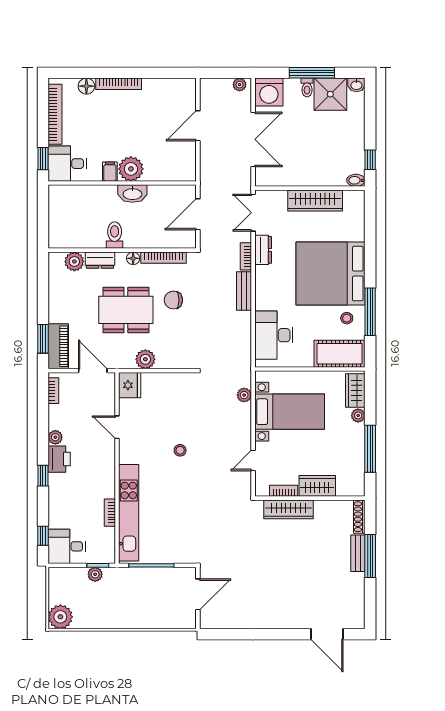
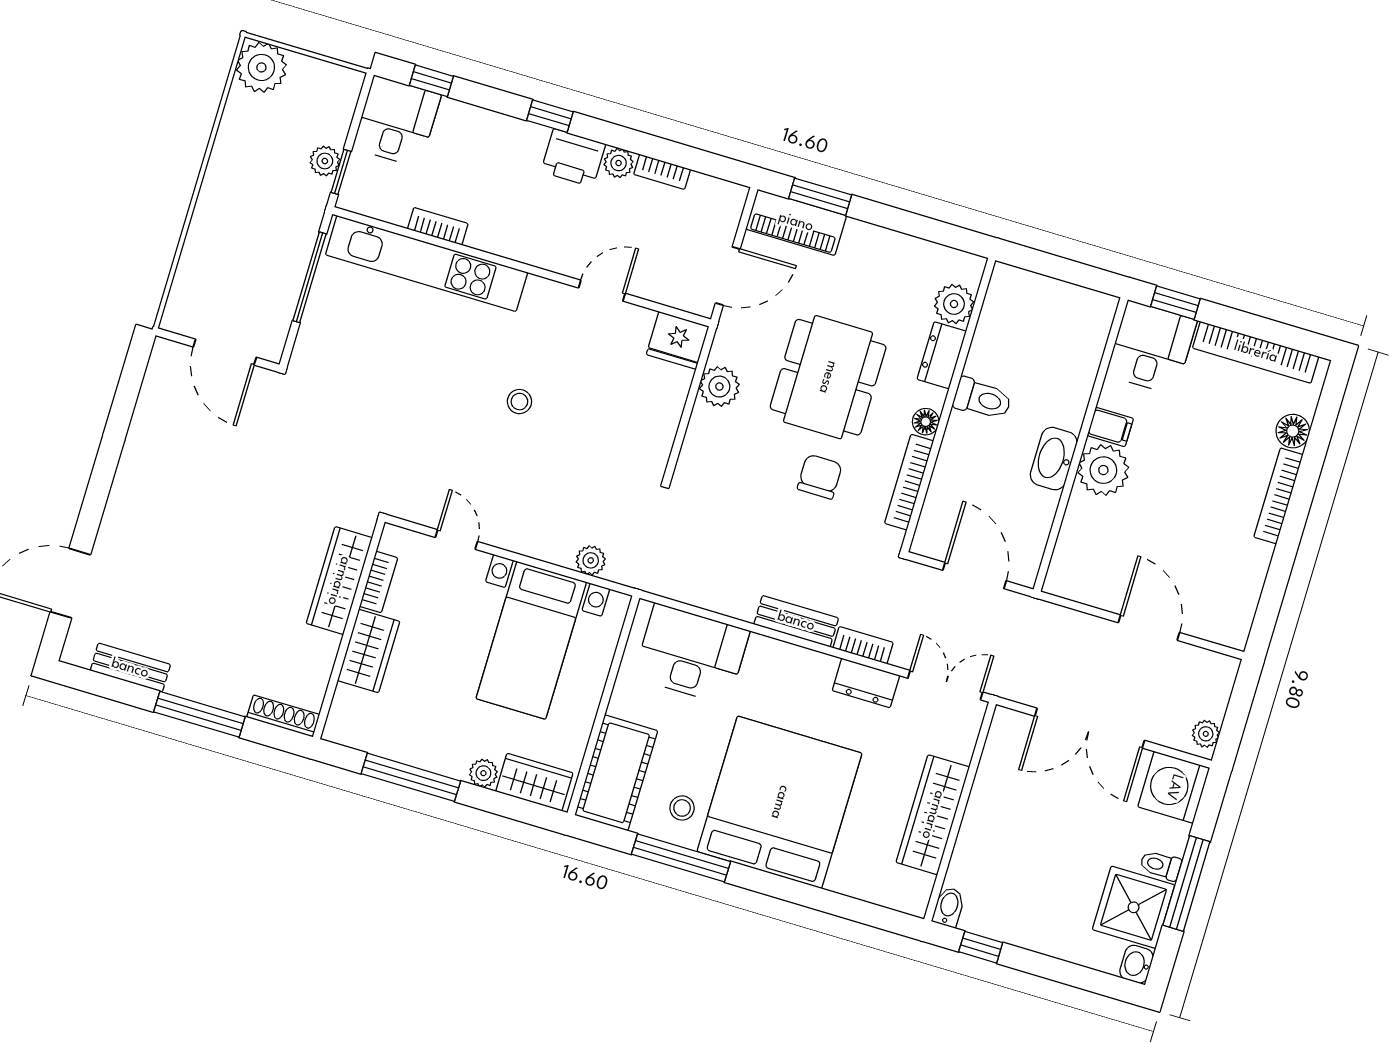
bookcase: (53, 391) -> (662, 172), moved
bench: (358, 553) -> (130, 668), moved

